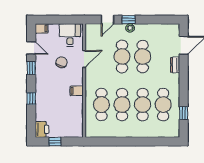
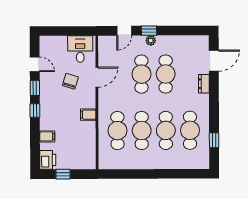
filing cabinet: (42, 28) -> (47, 136), moved
window: (31, 98) -> (35, 110), moved

